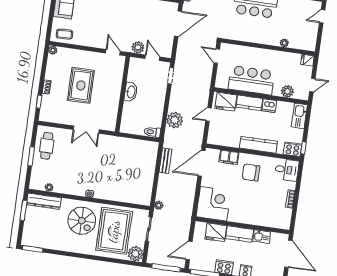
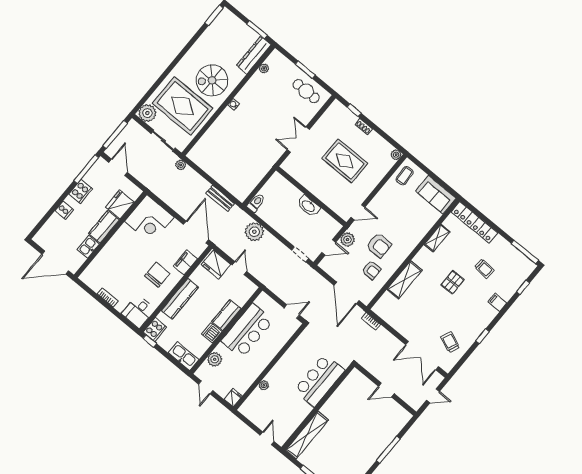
armchair: (150, 16) -> (371, 270), added
armchair: (128, 22) -> (379, 245), added
fridge: (226, 102) -> (216, 264), moved, turned -90

